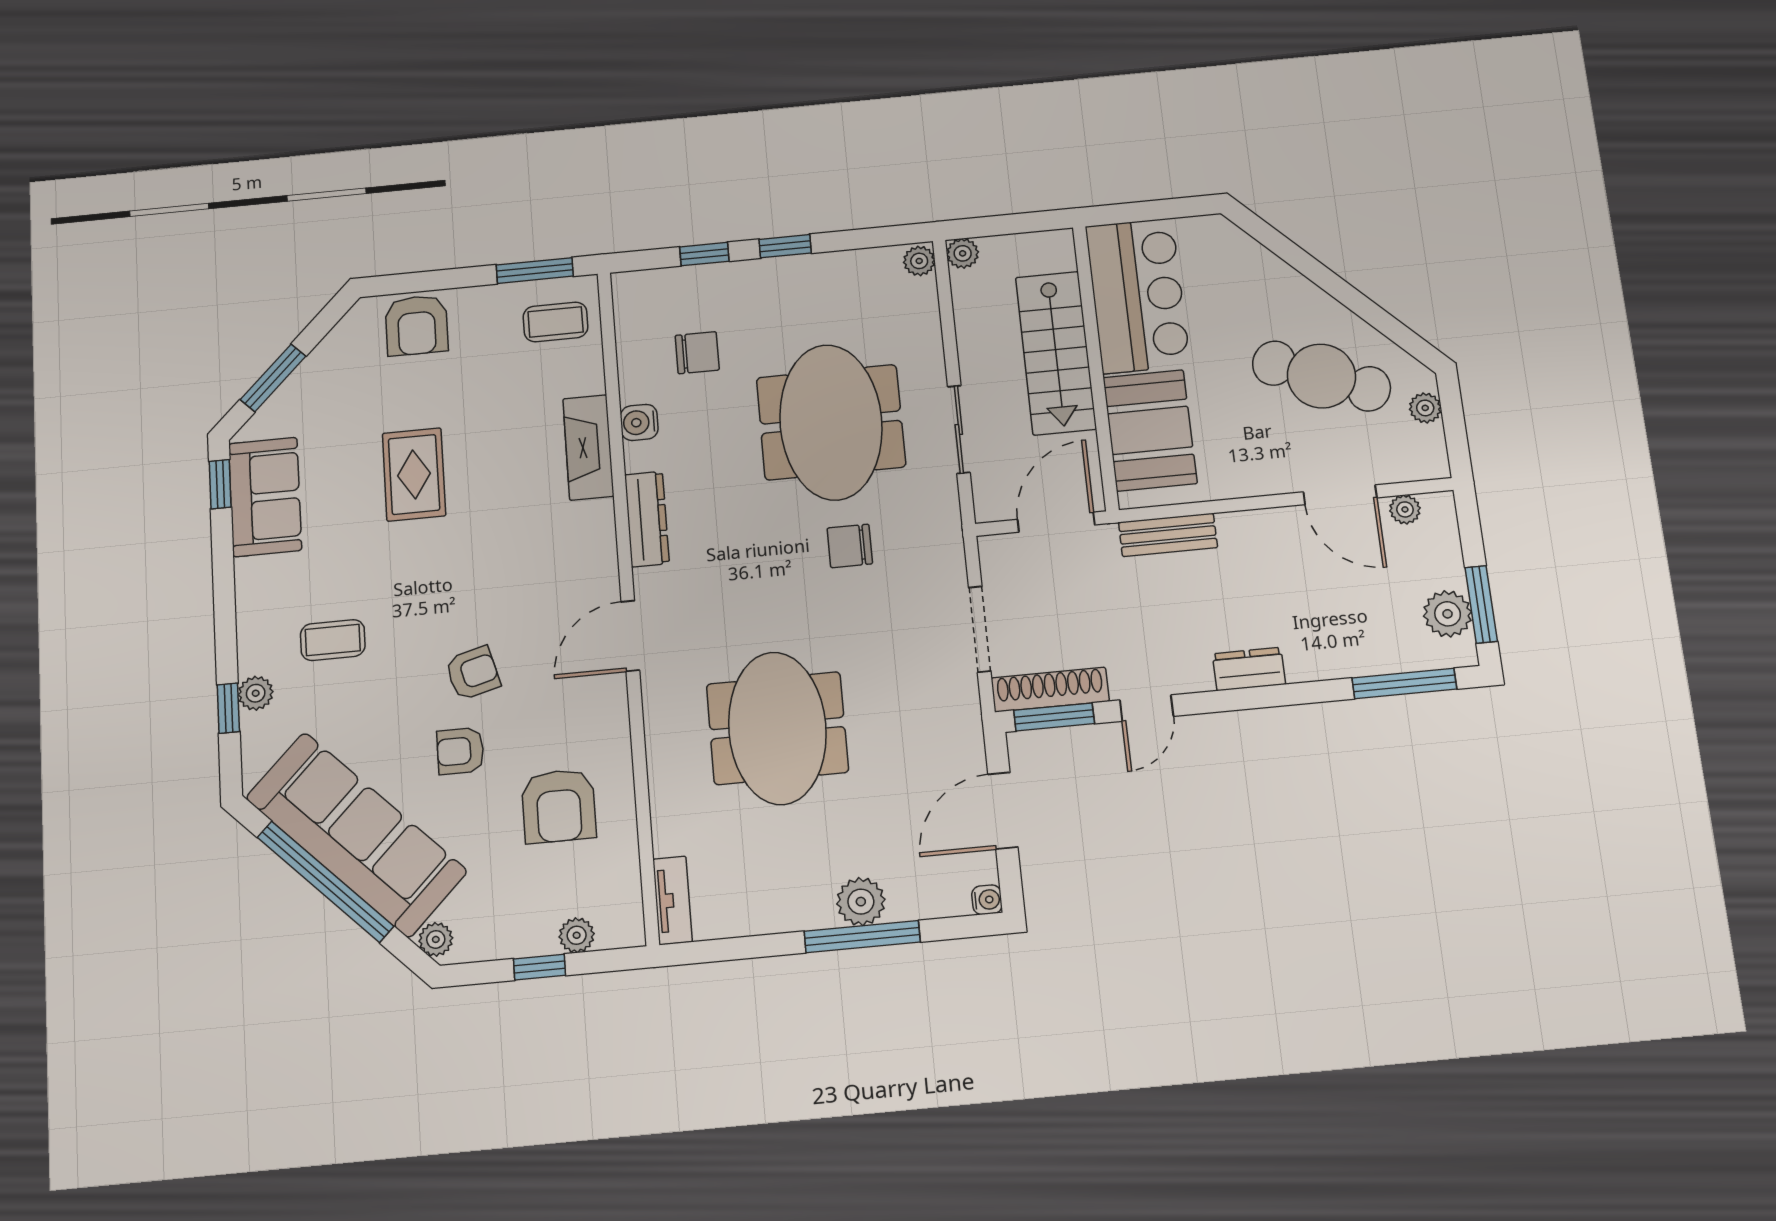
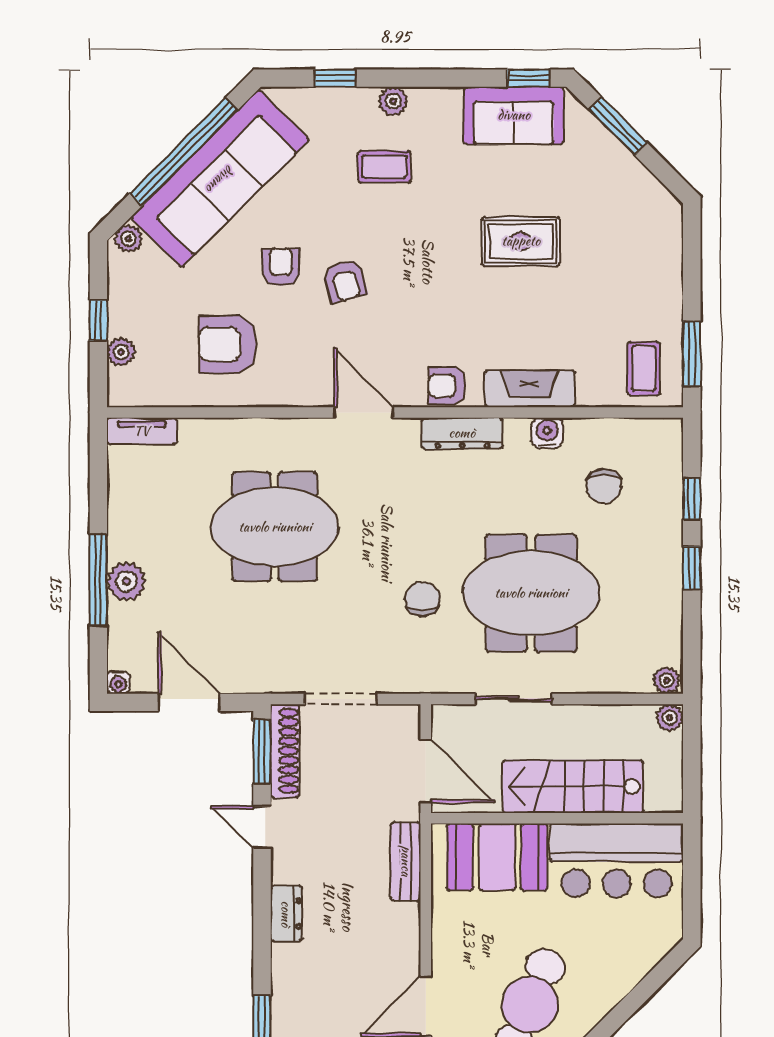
armchair: (417, 325) -> (447, 386), moved, width x0.72, depth x0.72
coffee table: (333, 640) -> (384, 167), turned 90
plant: (256, 693) -> (393, 101), moved

